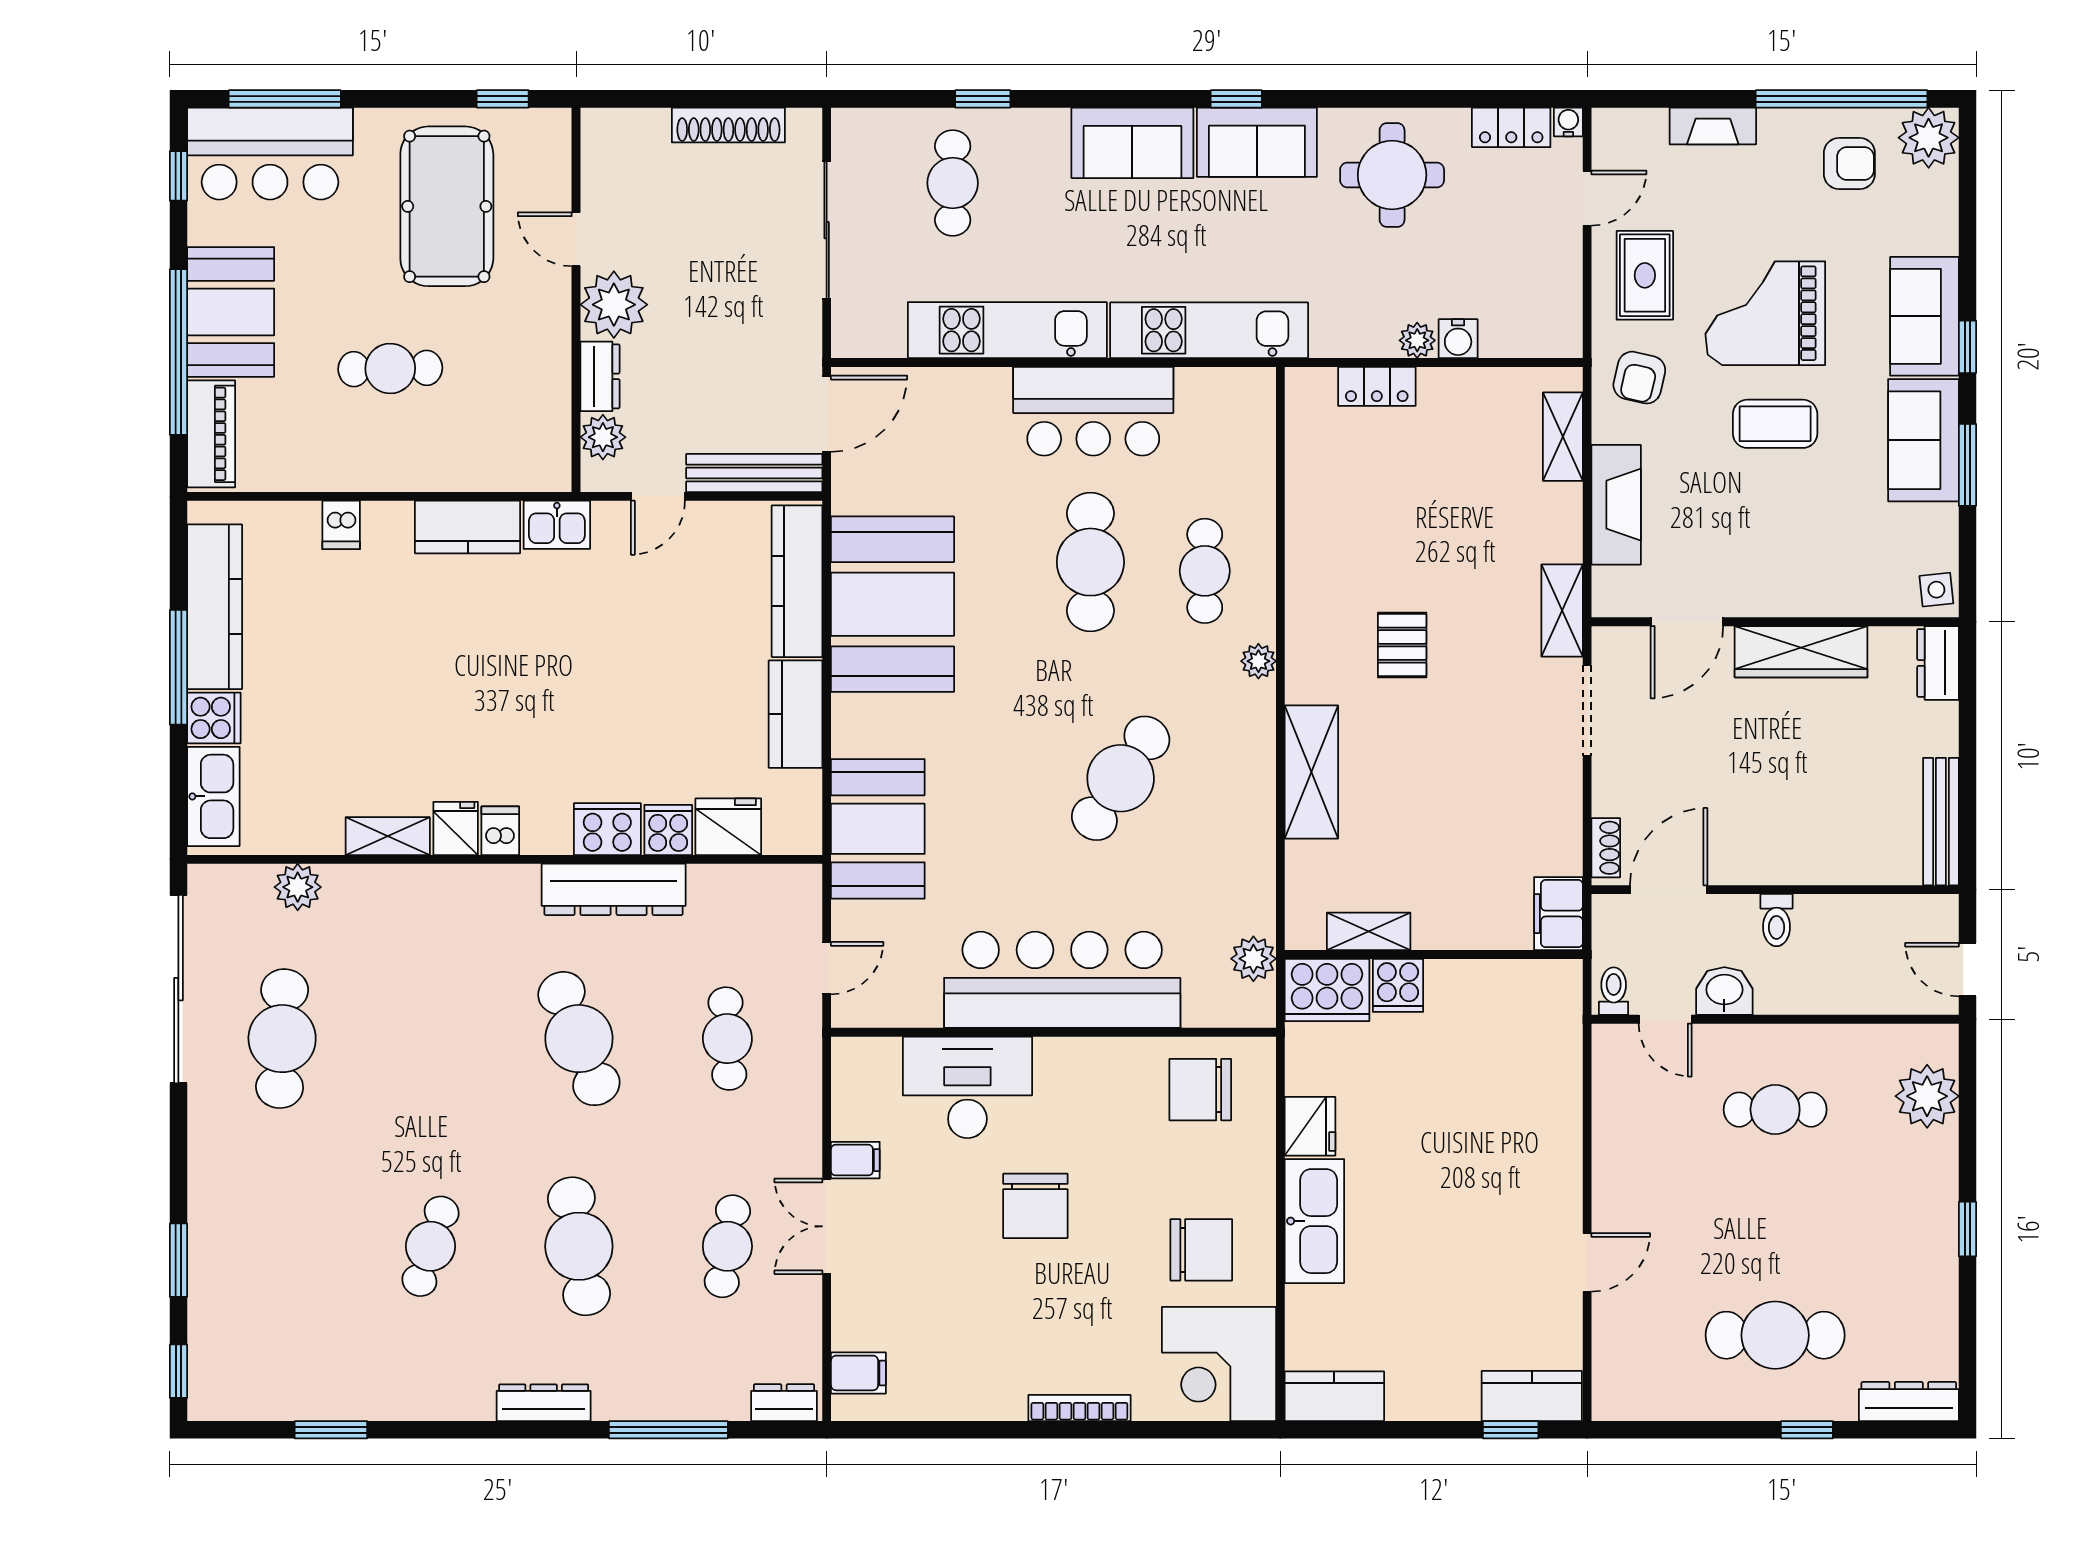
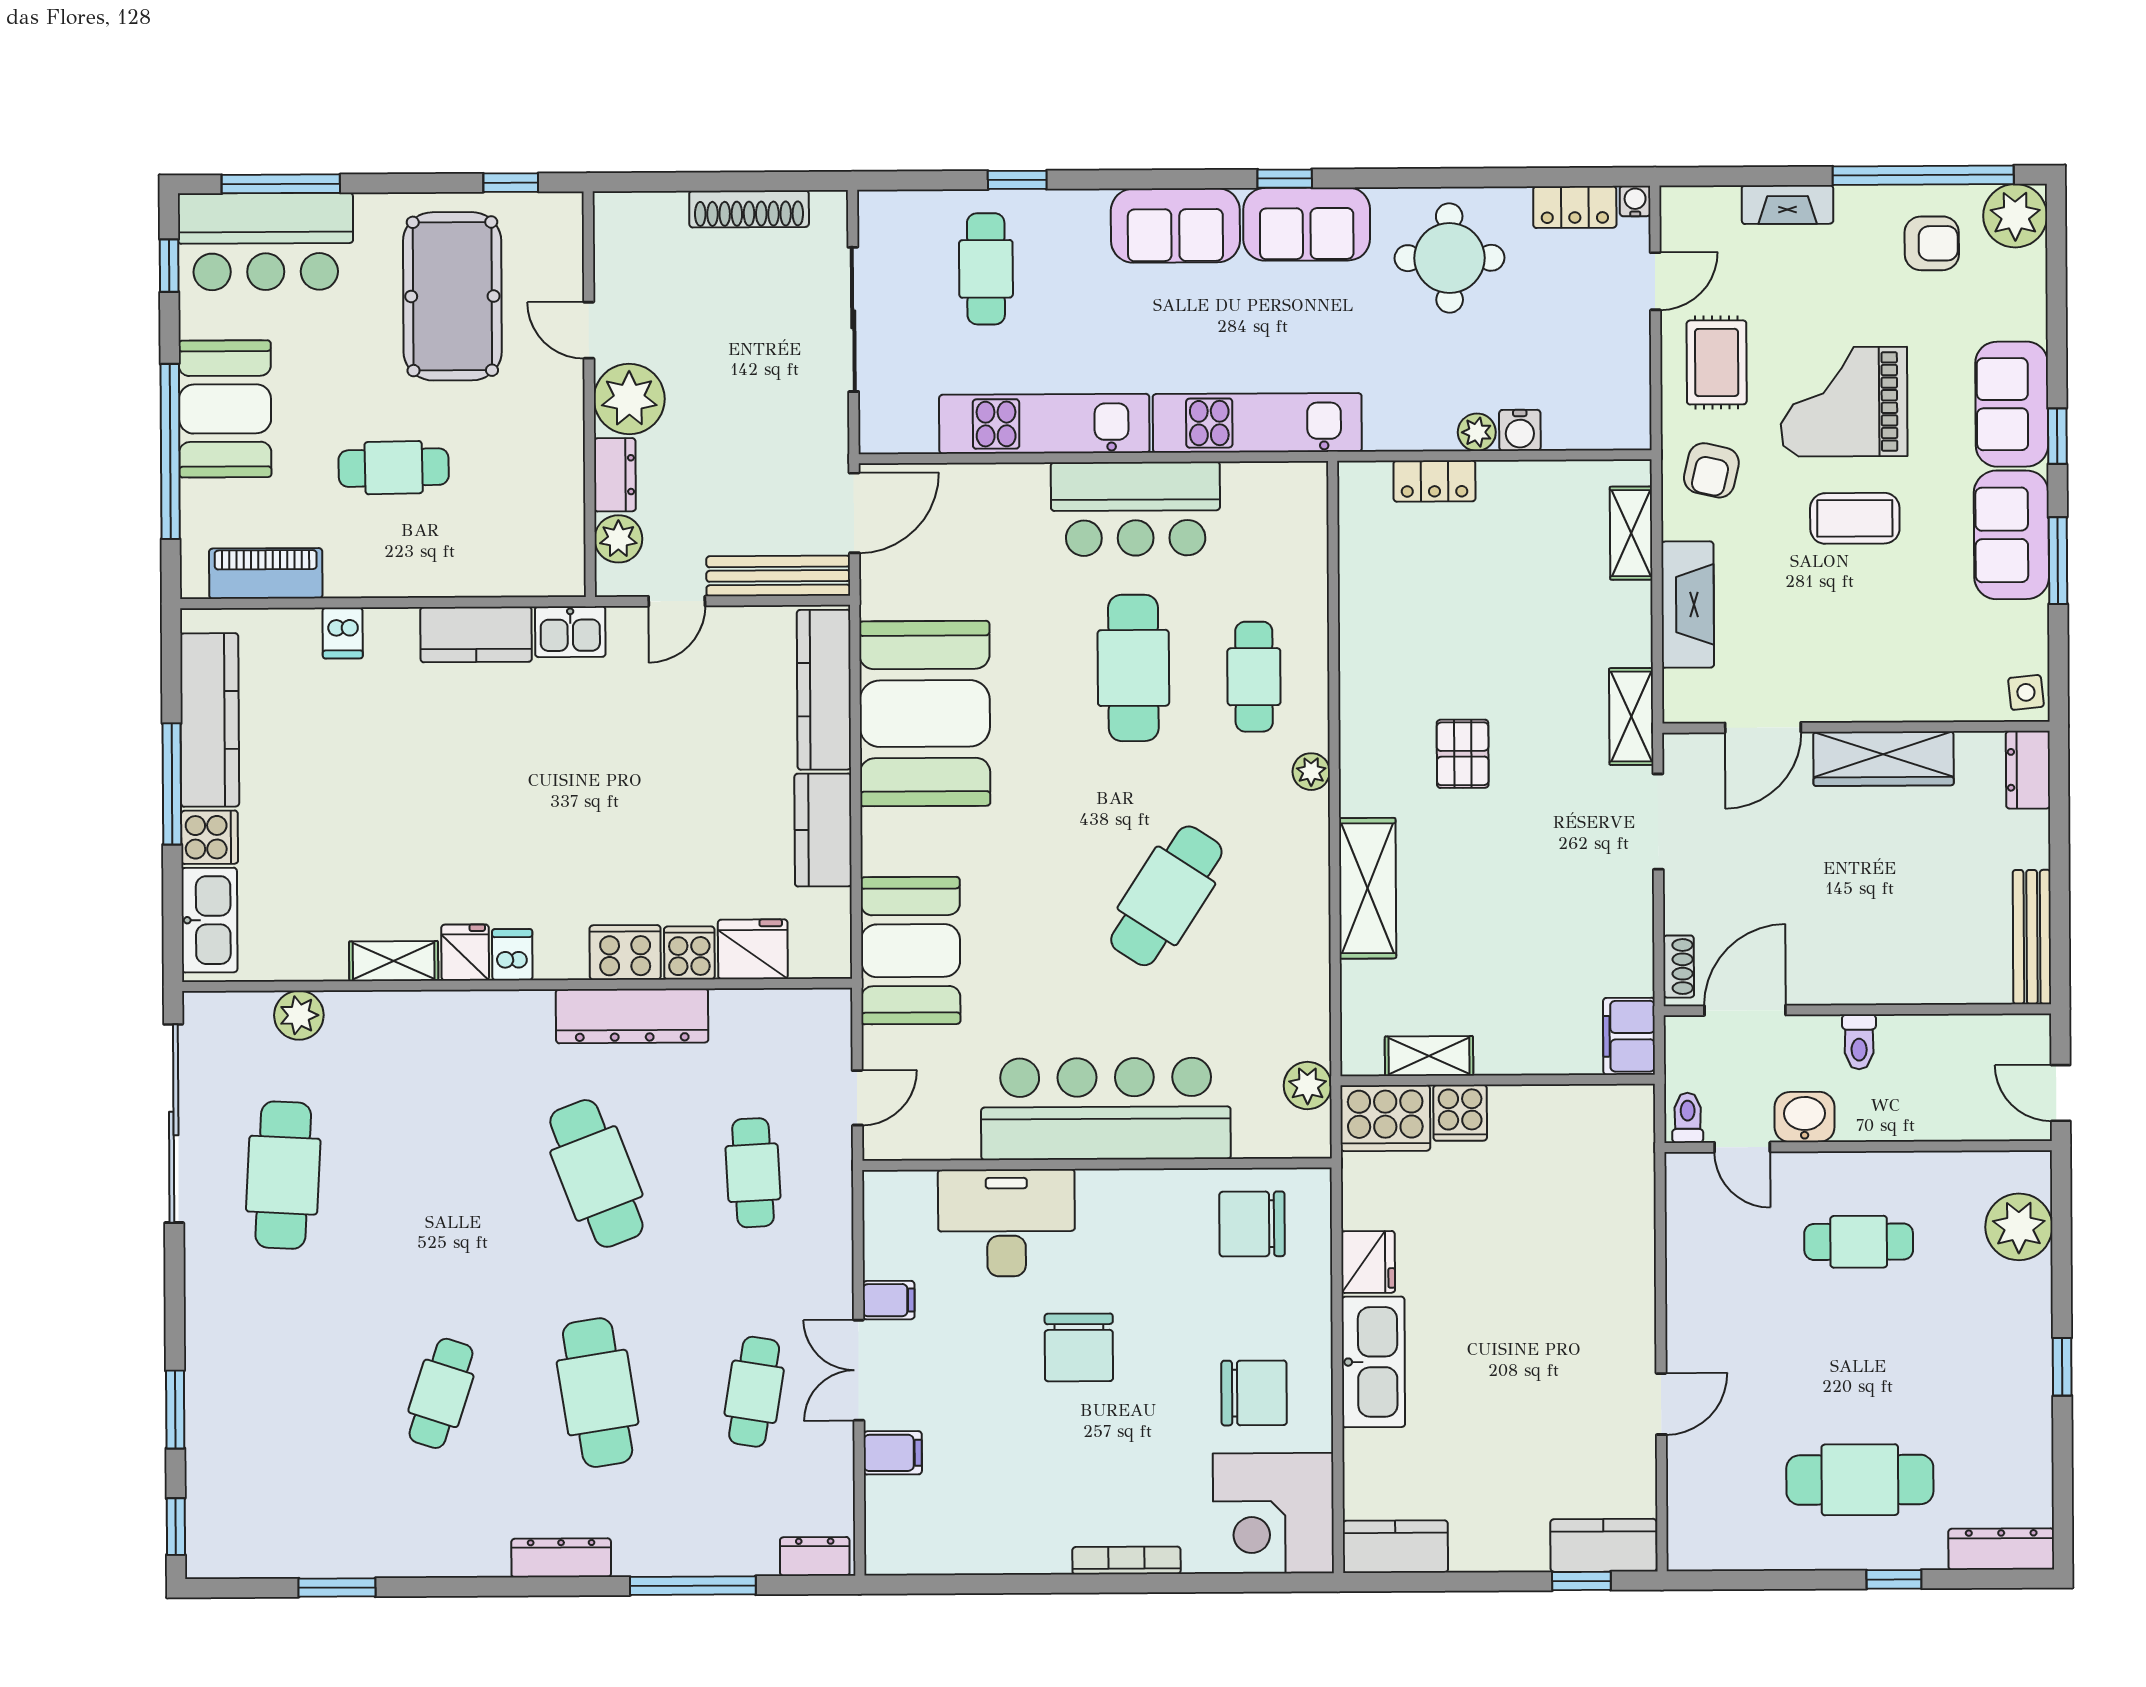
piano: (211, 434) -> (266, 573), moved, turned -90
filing cabinet: (858, 1373) -> (893, 1453), moved

